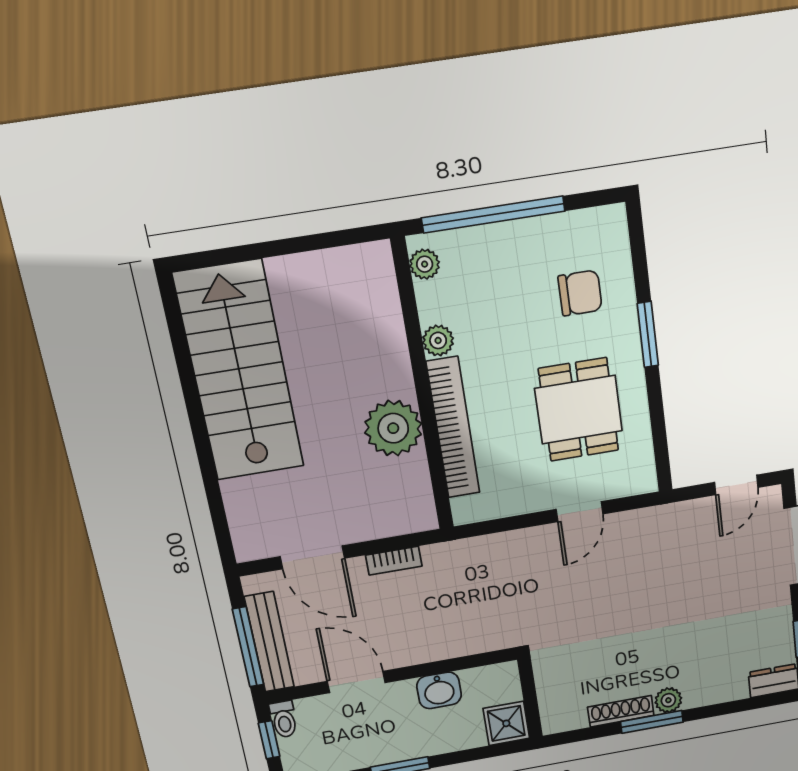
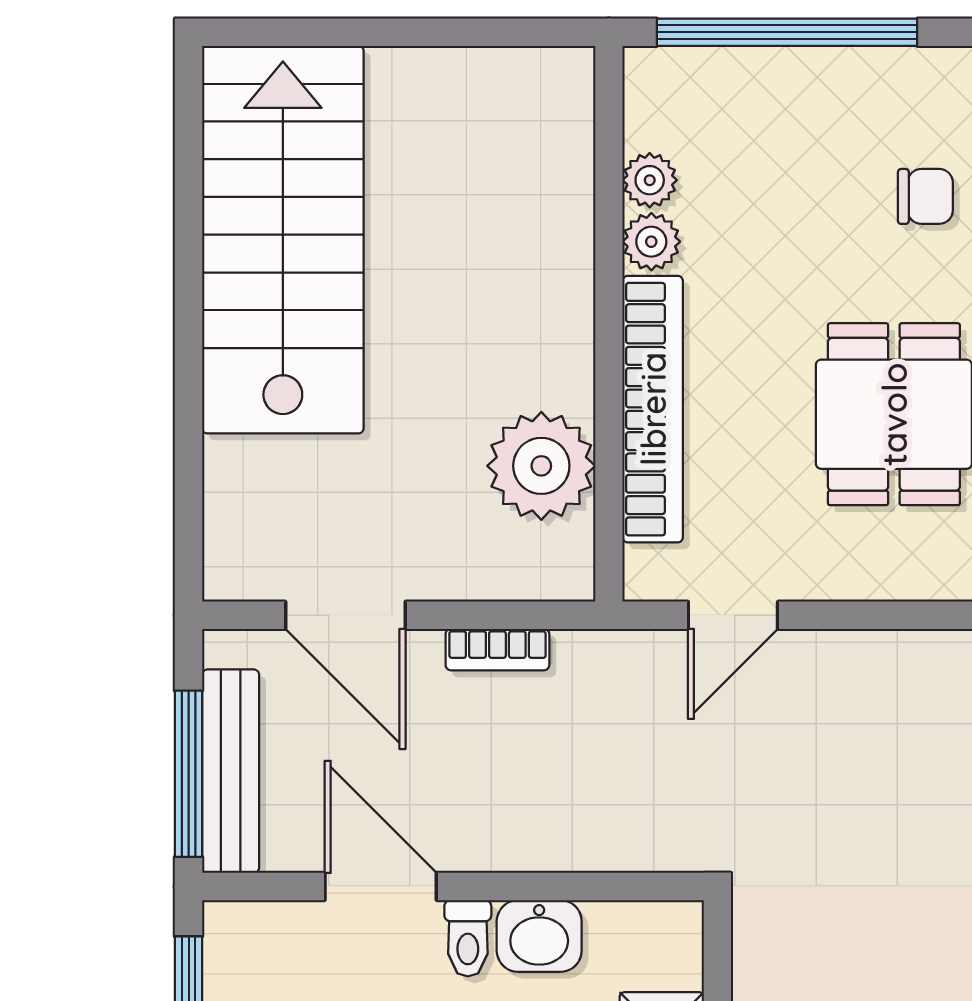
plant: (425, 264) -> (650, 180), moved
chair: (580, 293) -> (925, 196), width x0.73, depth x0.73
plant: (393, 428) -> (541, 466), moved
door: (580, 512) -> (733, 615), moved
toilet: (284, 719) -> (468, 938), moved

